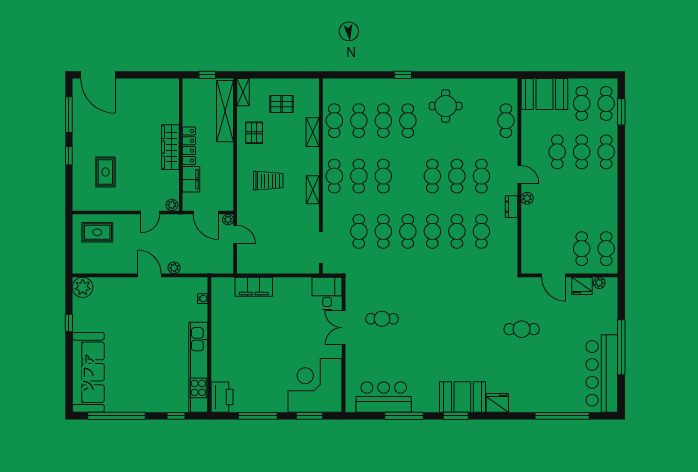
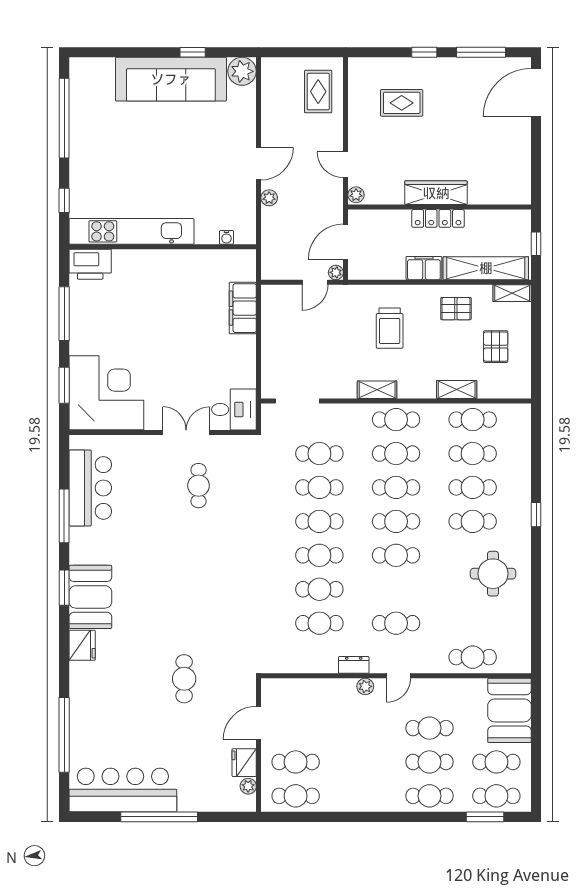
cafe table: (457, 176) -> (396, 521), moved
filing cabinet: (191, 179) -> (424, 268), moved, turned 180
sofa: (88, 372) -> (171, 79), moved

